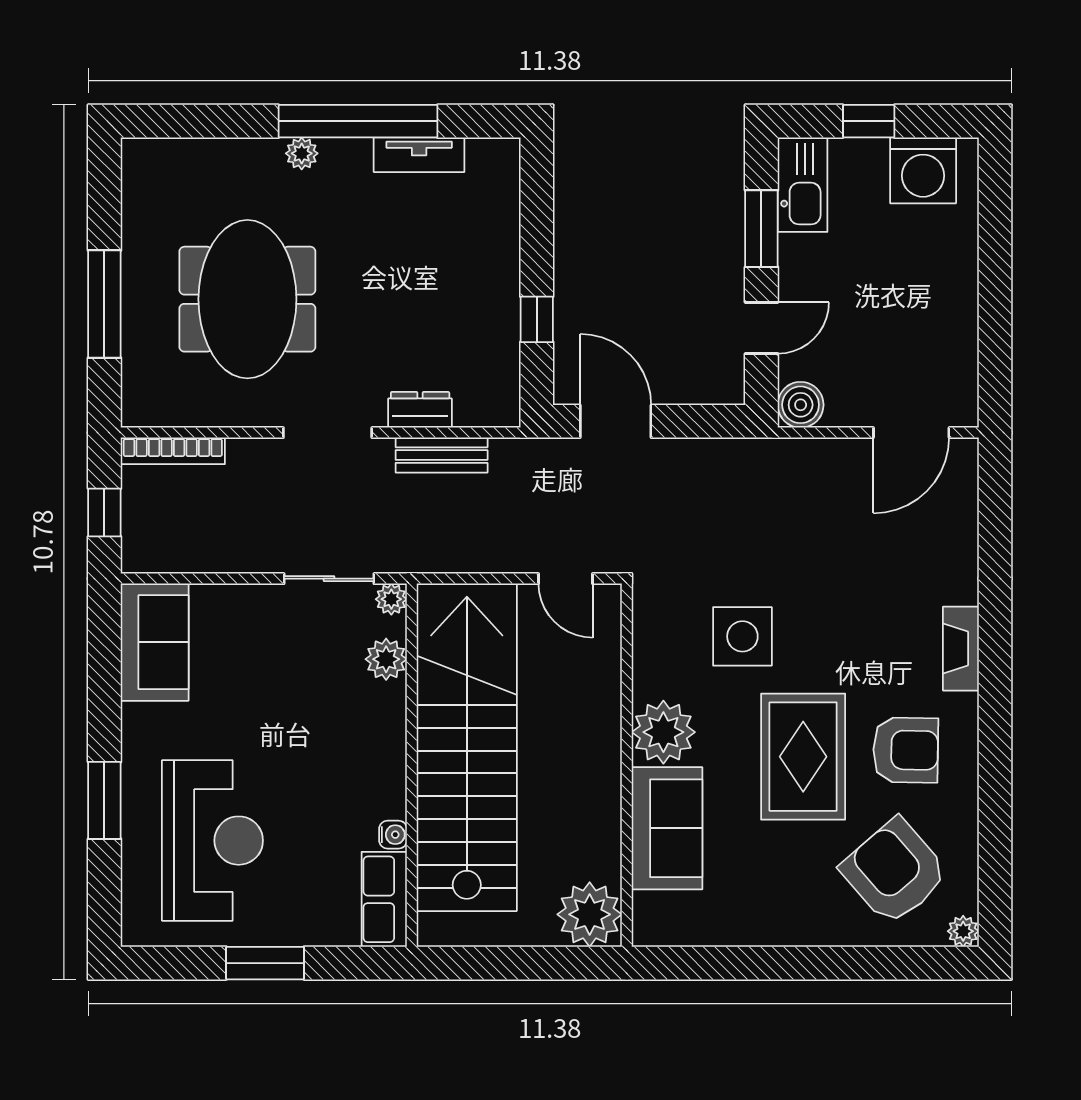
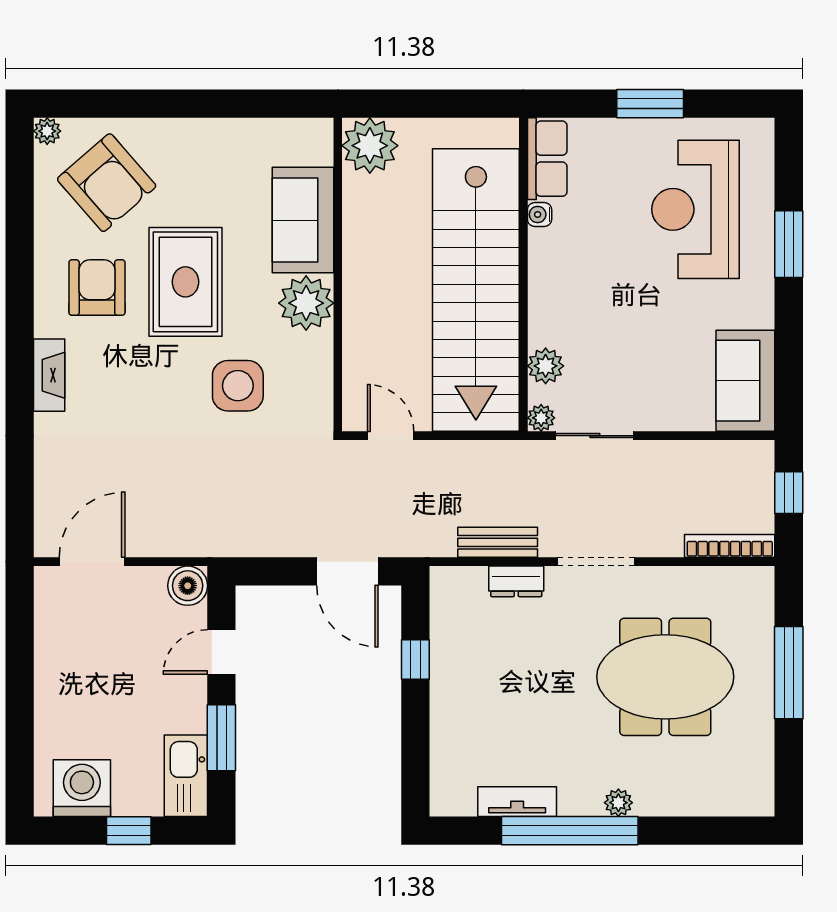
meeting table: (247, 299) -> (665, 677), turned 90
armchair: (906, 750) -> (97, 288), turned 89

